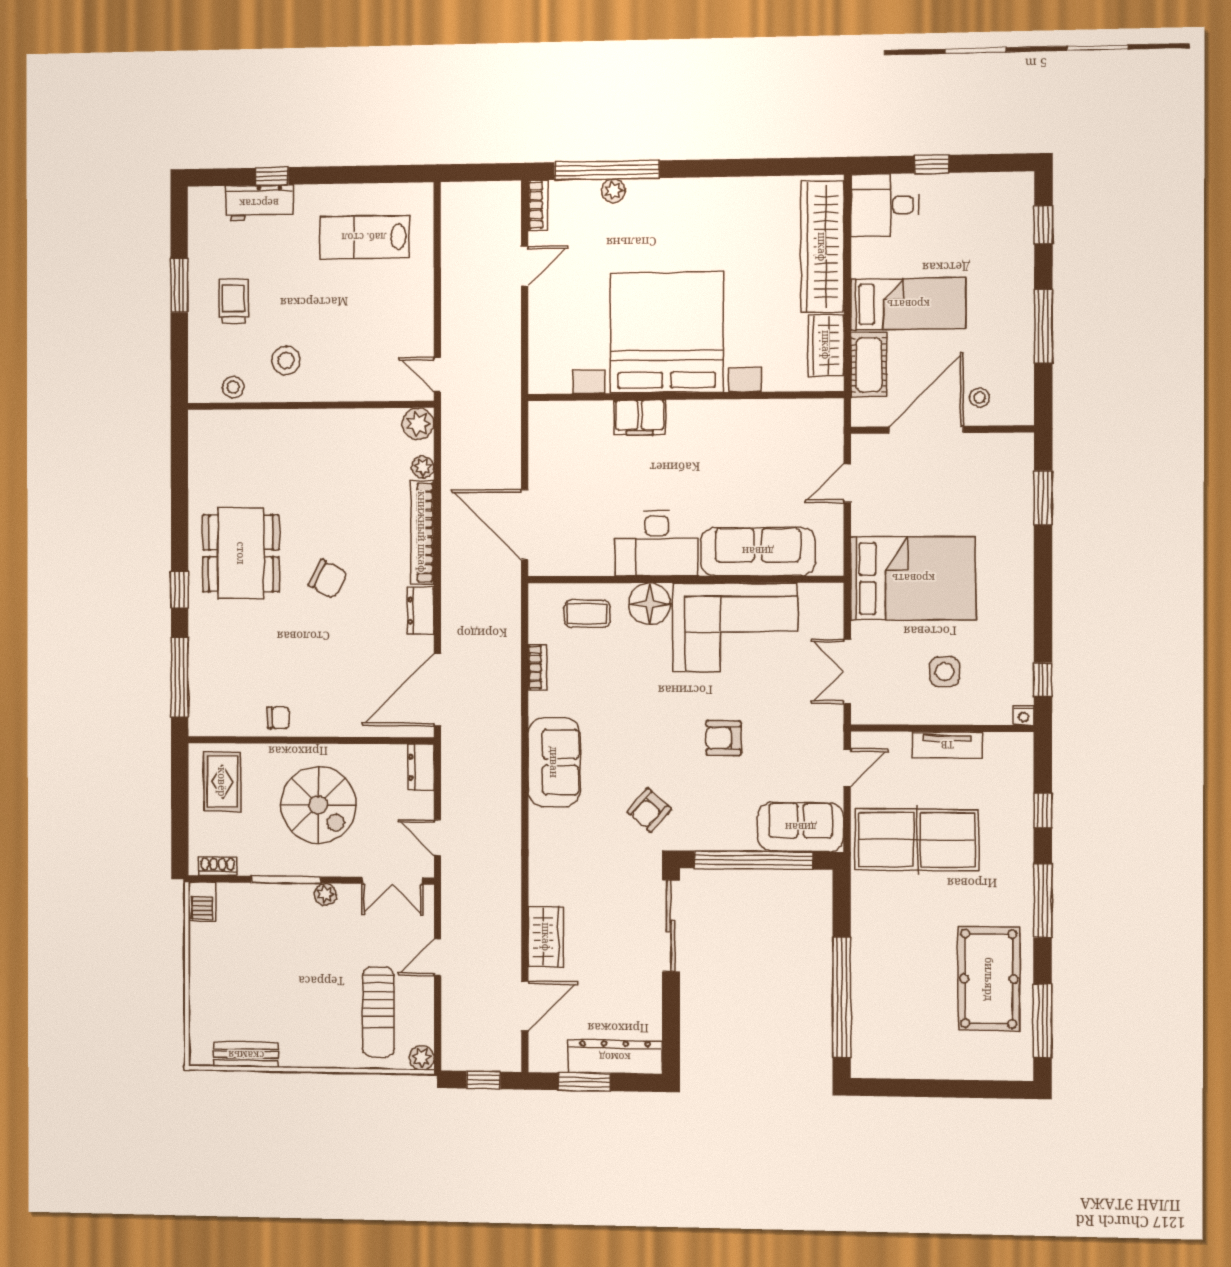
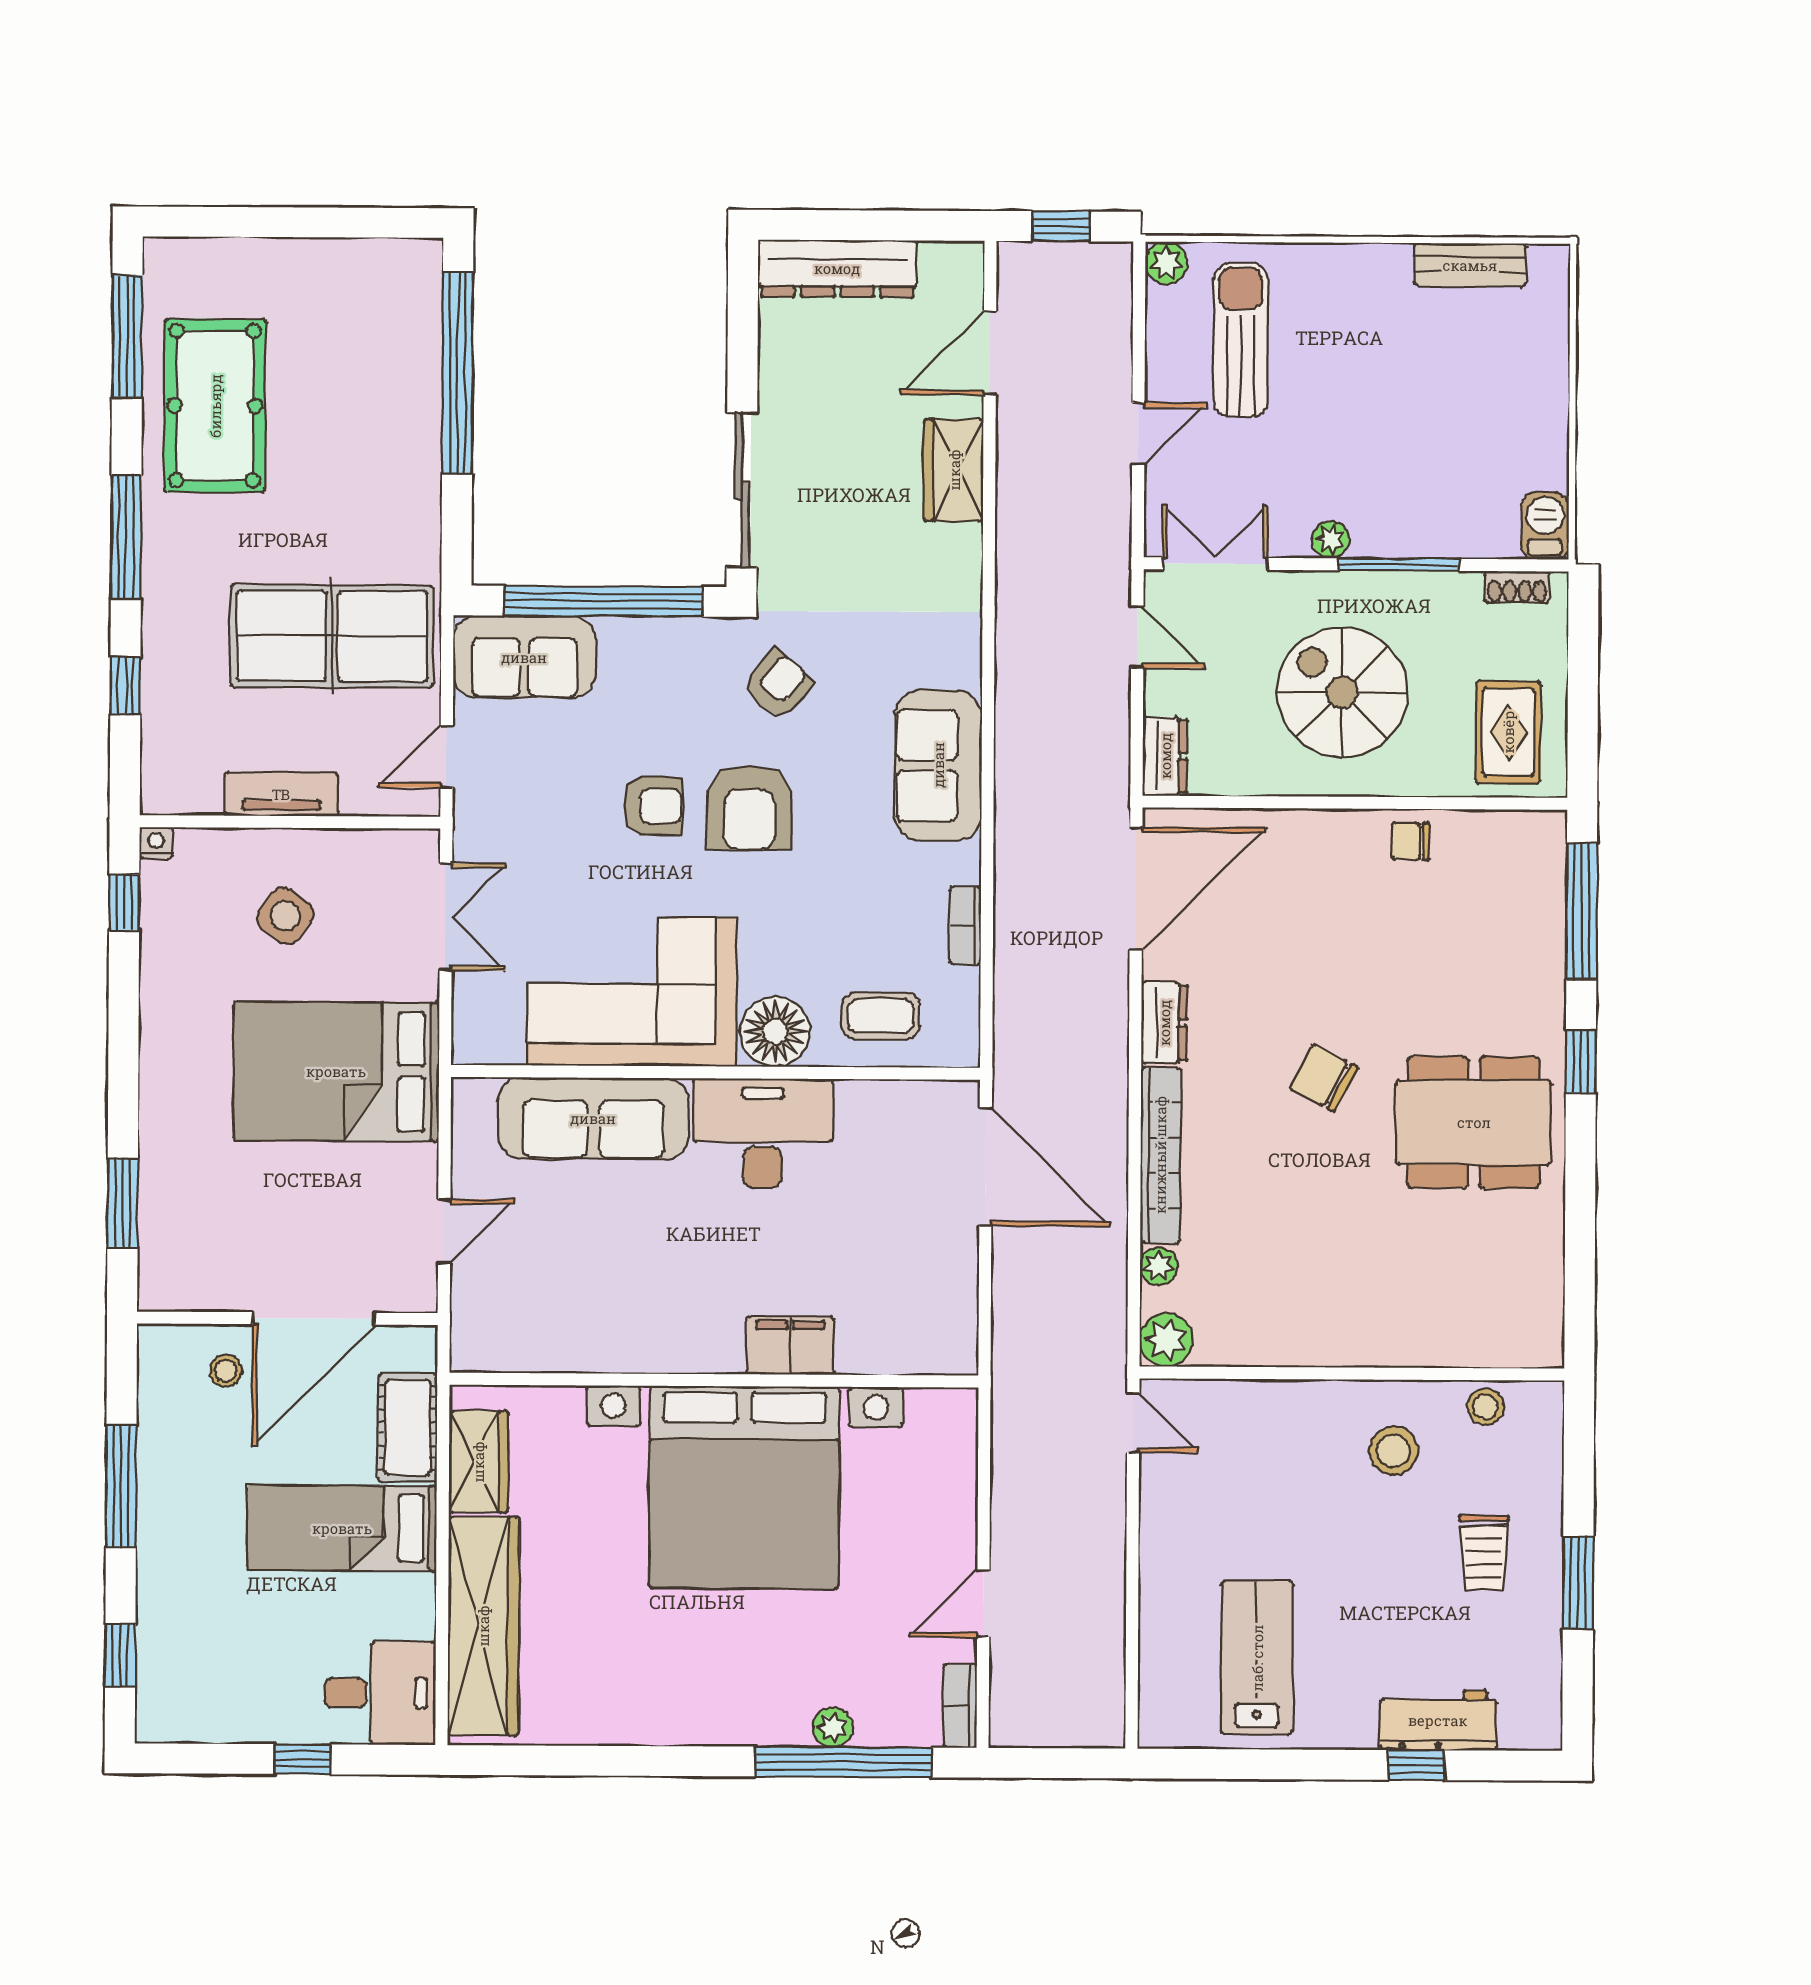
lab bench: (364, 237) -> (1257, 1658), turned -90
dining table: (241, 553) -> (1474, 1122), turned 90
side table: (945, 672) -> (285, 916), turned 37
armchair: (666, 737) -> (749, 808), added
window: (584, 1082) -> (890, 225), removed

